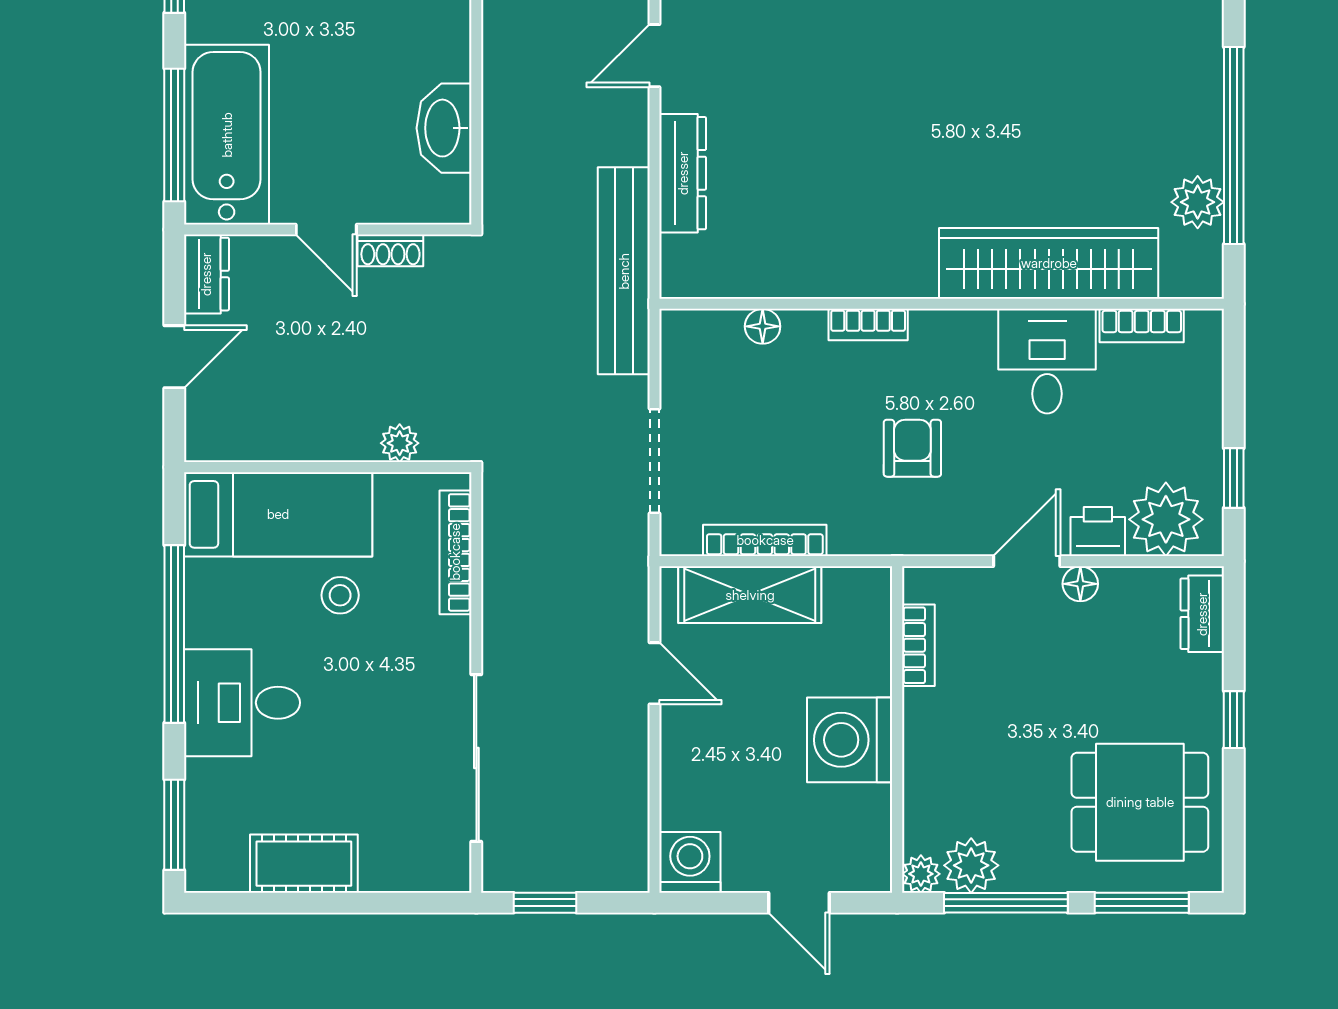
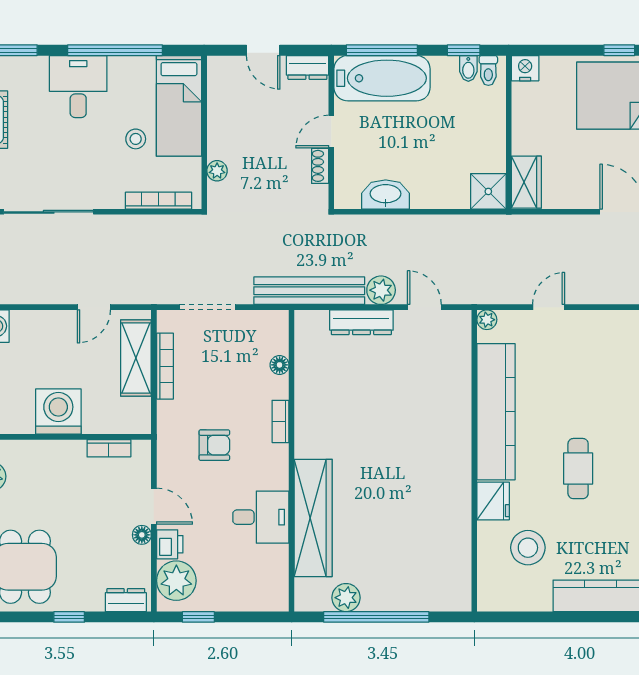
plant: (623, 137) -> (381, 290), added
bookcase: (1142, 326) -> (280, 568), removed

